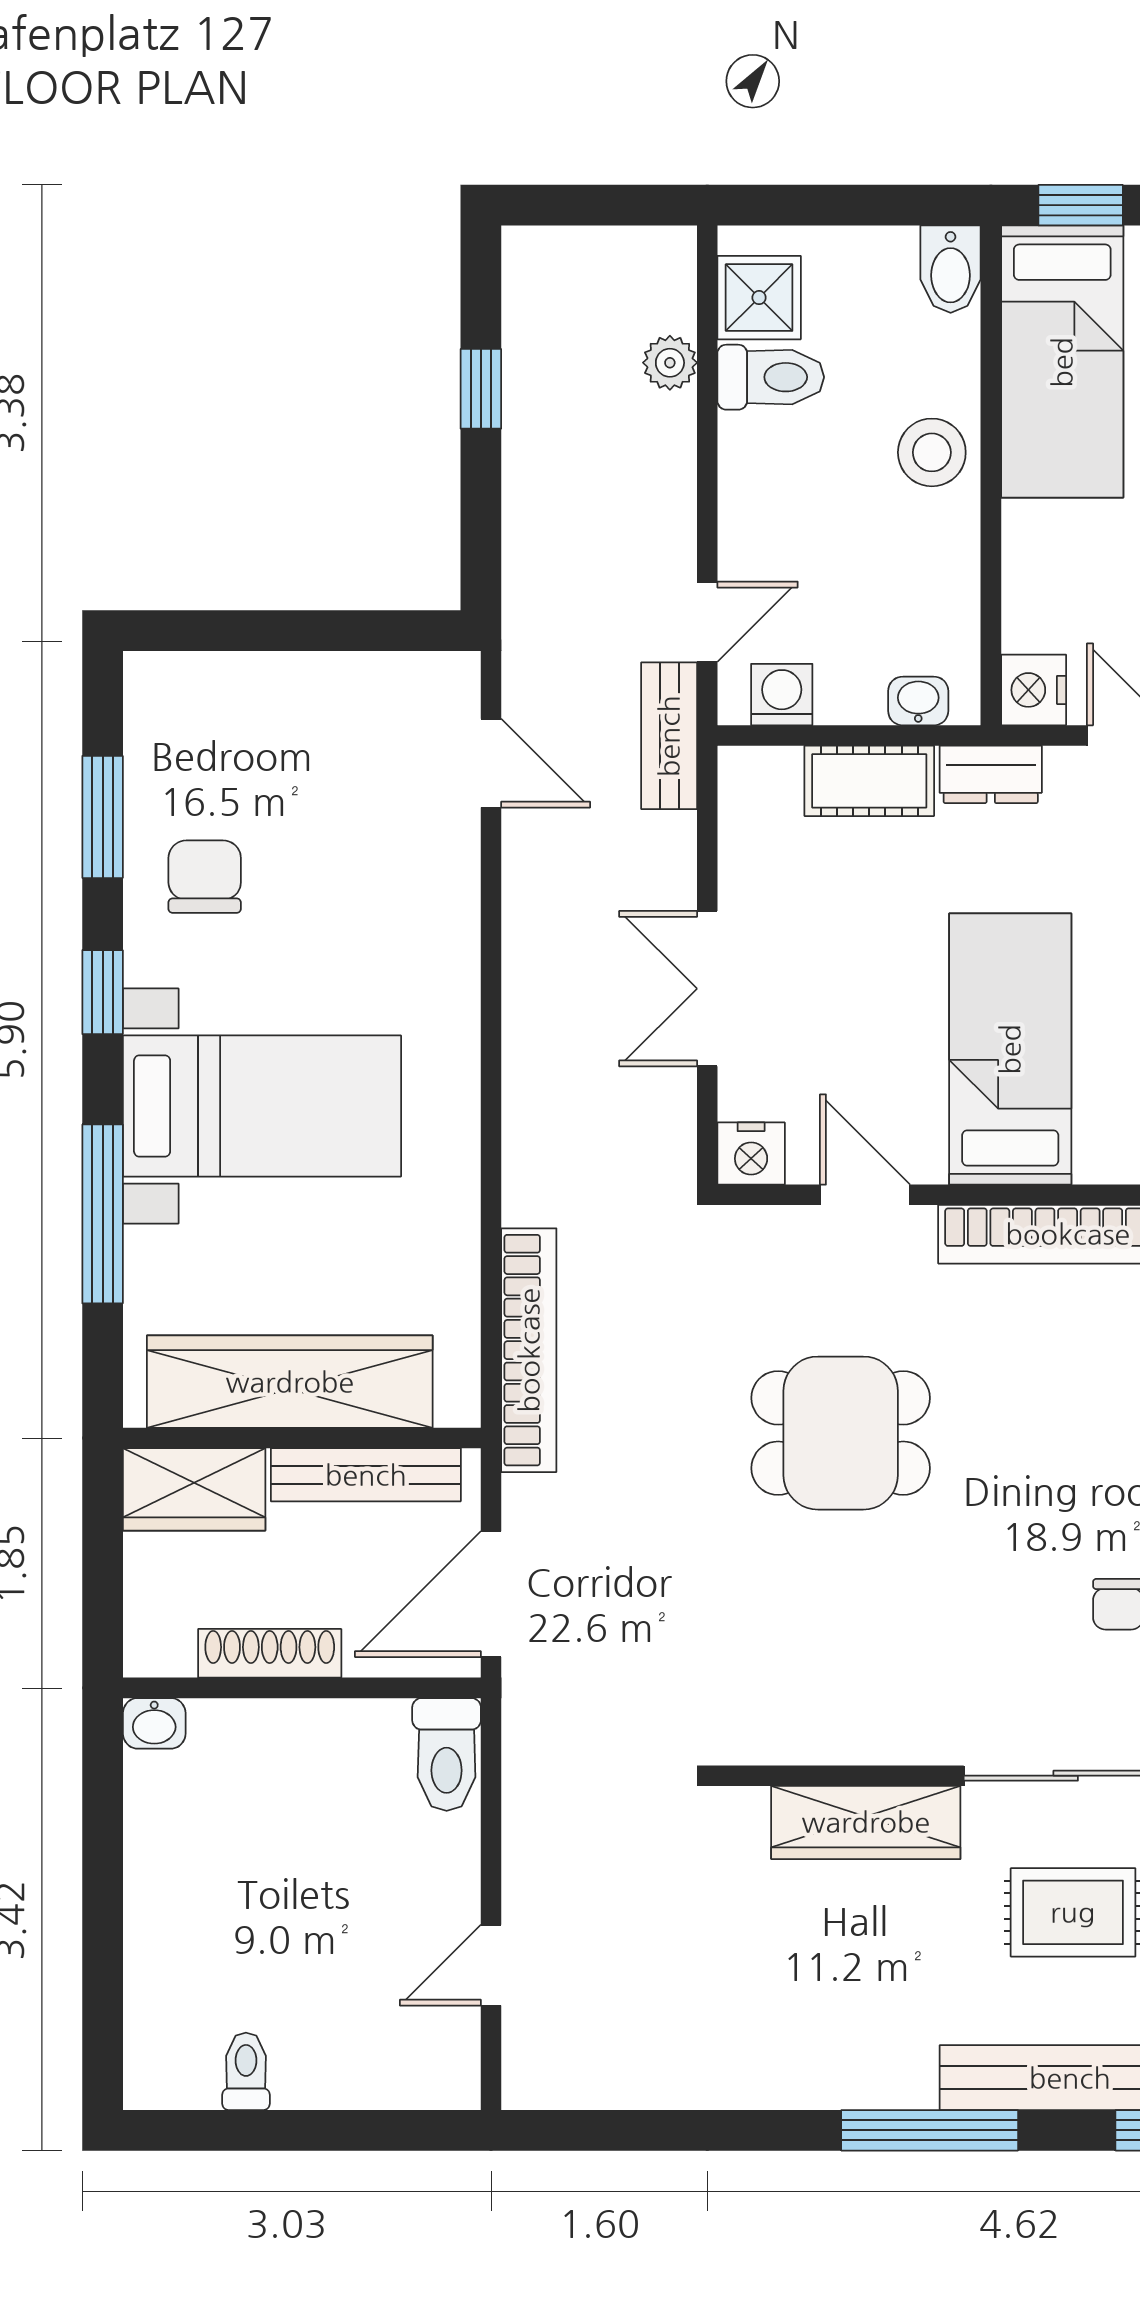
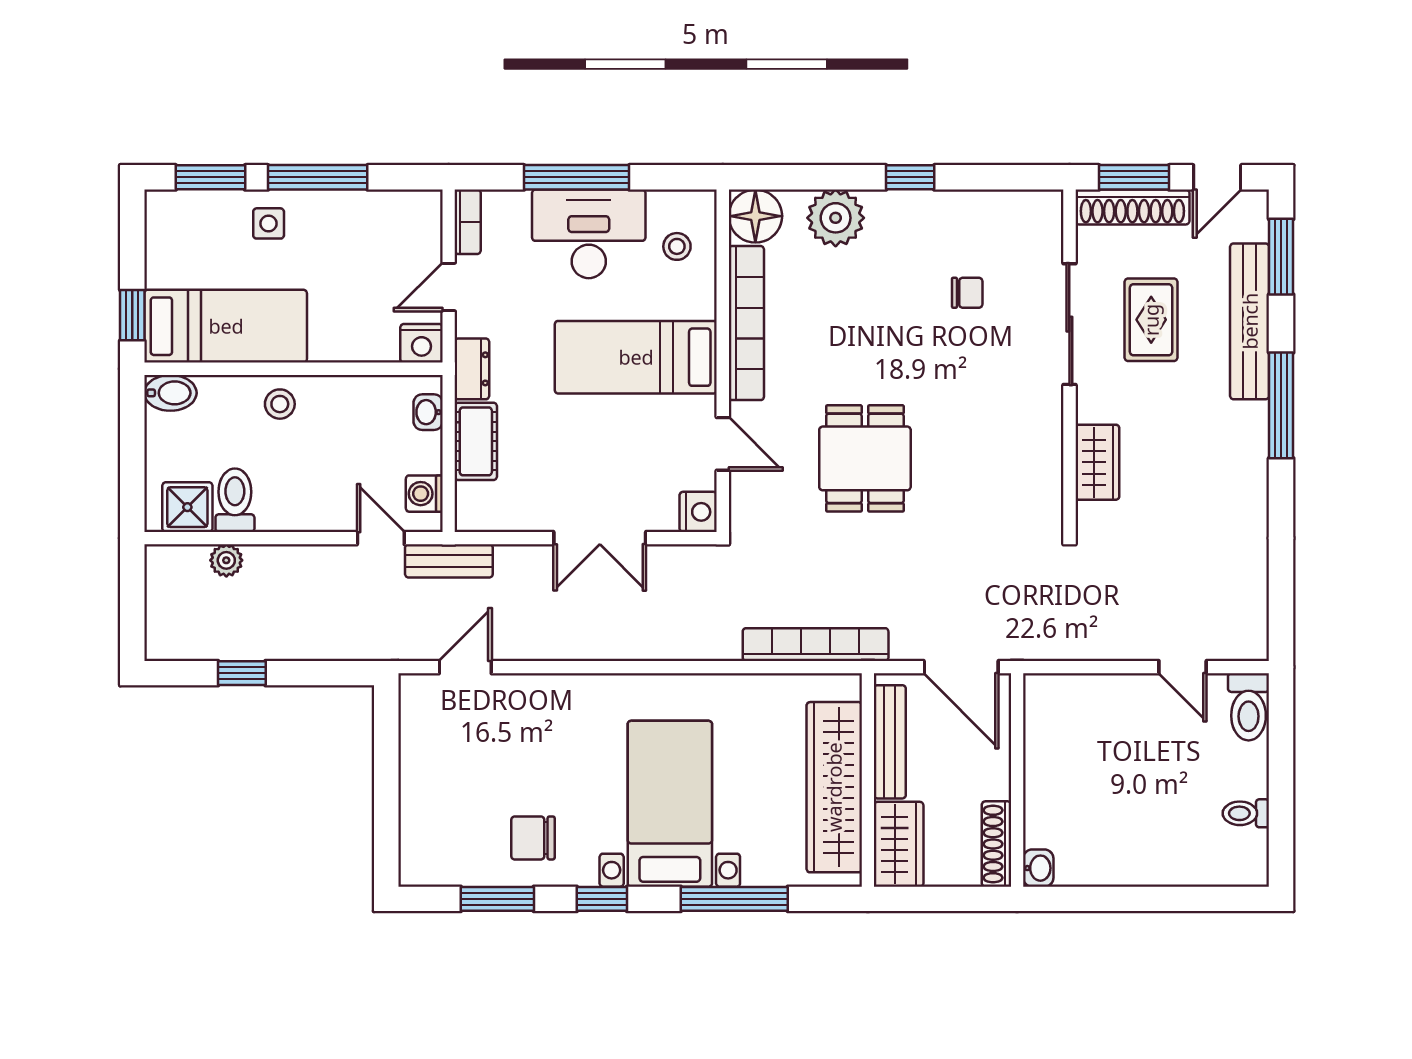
stool: (932, 452) -> (280, 404), width x0.73, depth x0.73
door: (865, 1195) -> (723, 444), swing flipped
shoe rack: (270, 1653) -> (996, 844), moved
toilet: (447, 1754) -> (1249, 707), moved, turned 90
wardrobe: (866, 1822) -> (1097, 462), width x0.67

